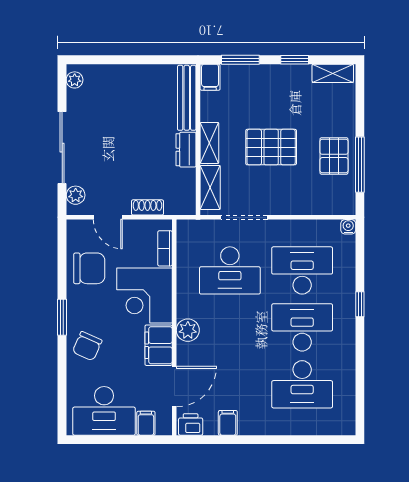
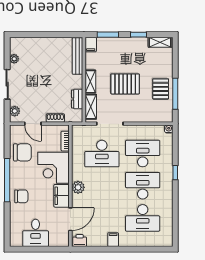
plant: (75, 80) -> (14, 59), moved
sliding door: (62, 148) -> (7, 84), width x0.73
dresser: (186, 150) -> (77, 99), moved
window: (62, 317) -> (7, 180), width x2.11
chair: (87, 346) -> (21, 196), turned -114
desk: (104, 411) -> (36, 233), width x0.73
filing cabinet: (146, 423) -> (54, 240), removed
filing cabinet: (228, 423) -> (113, 240), moved

